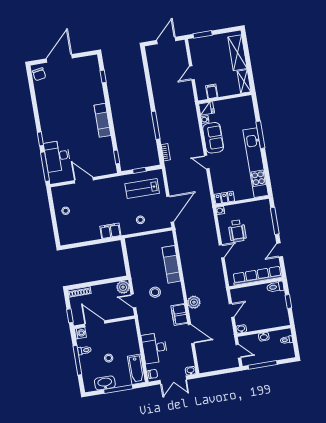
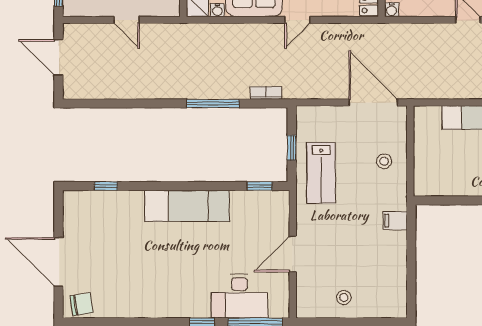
exam couch: (102, 120) -> (187, 206), width x1.36, depth x1.45
lab bench: (142, 188) -> (321, 173), moved
filing cabinet: (110, 231) -> (395, 221), width x0.50

